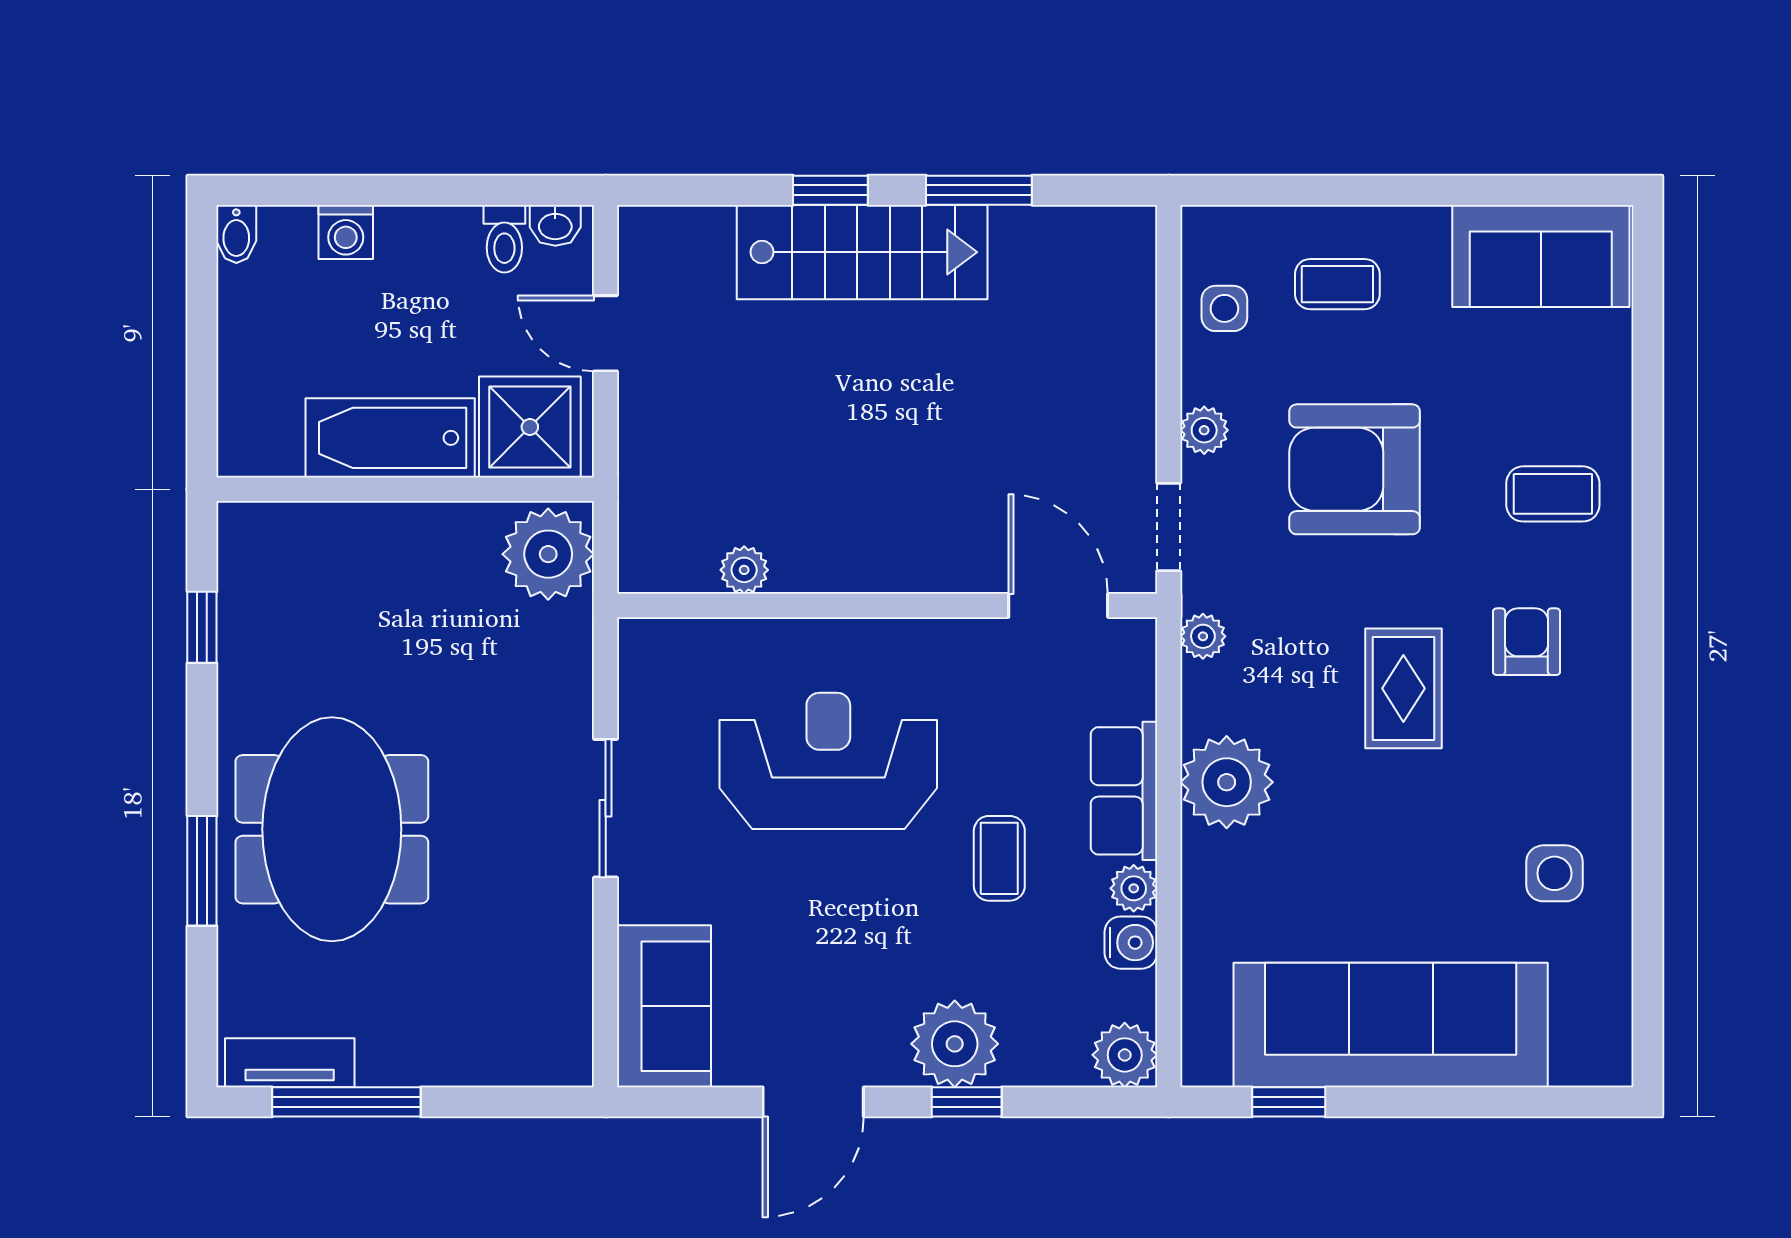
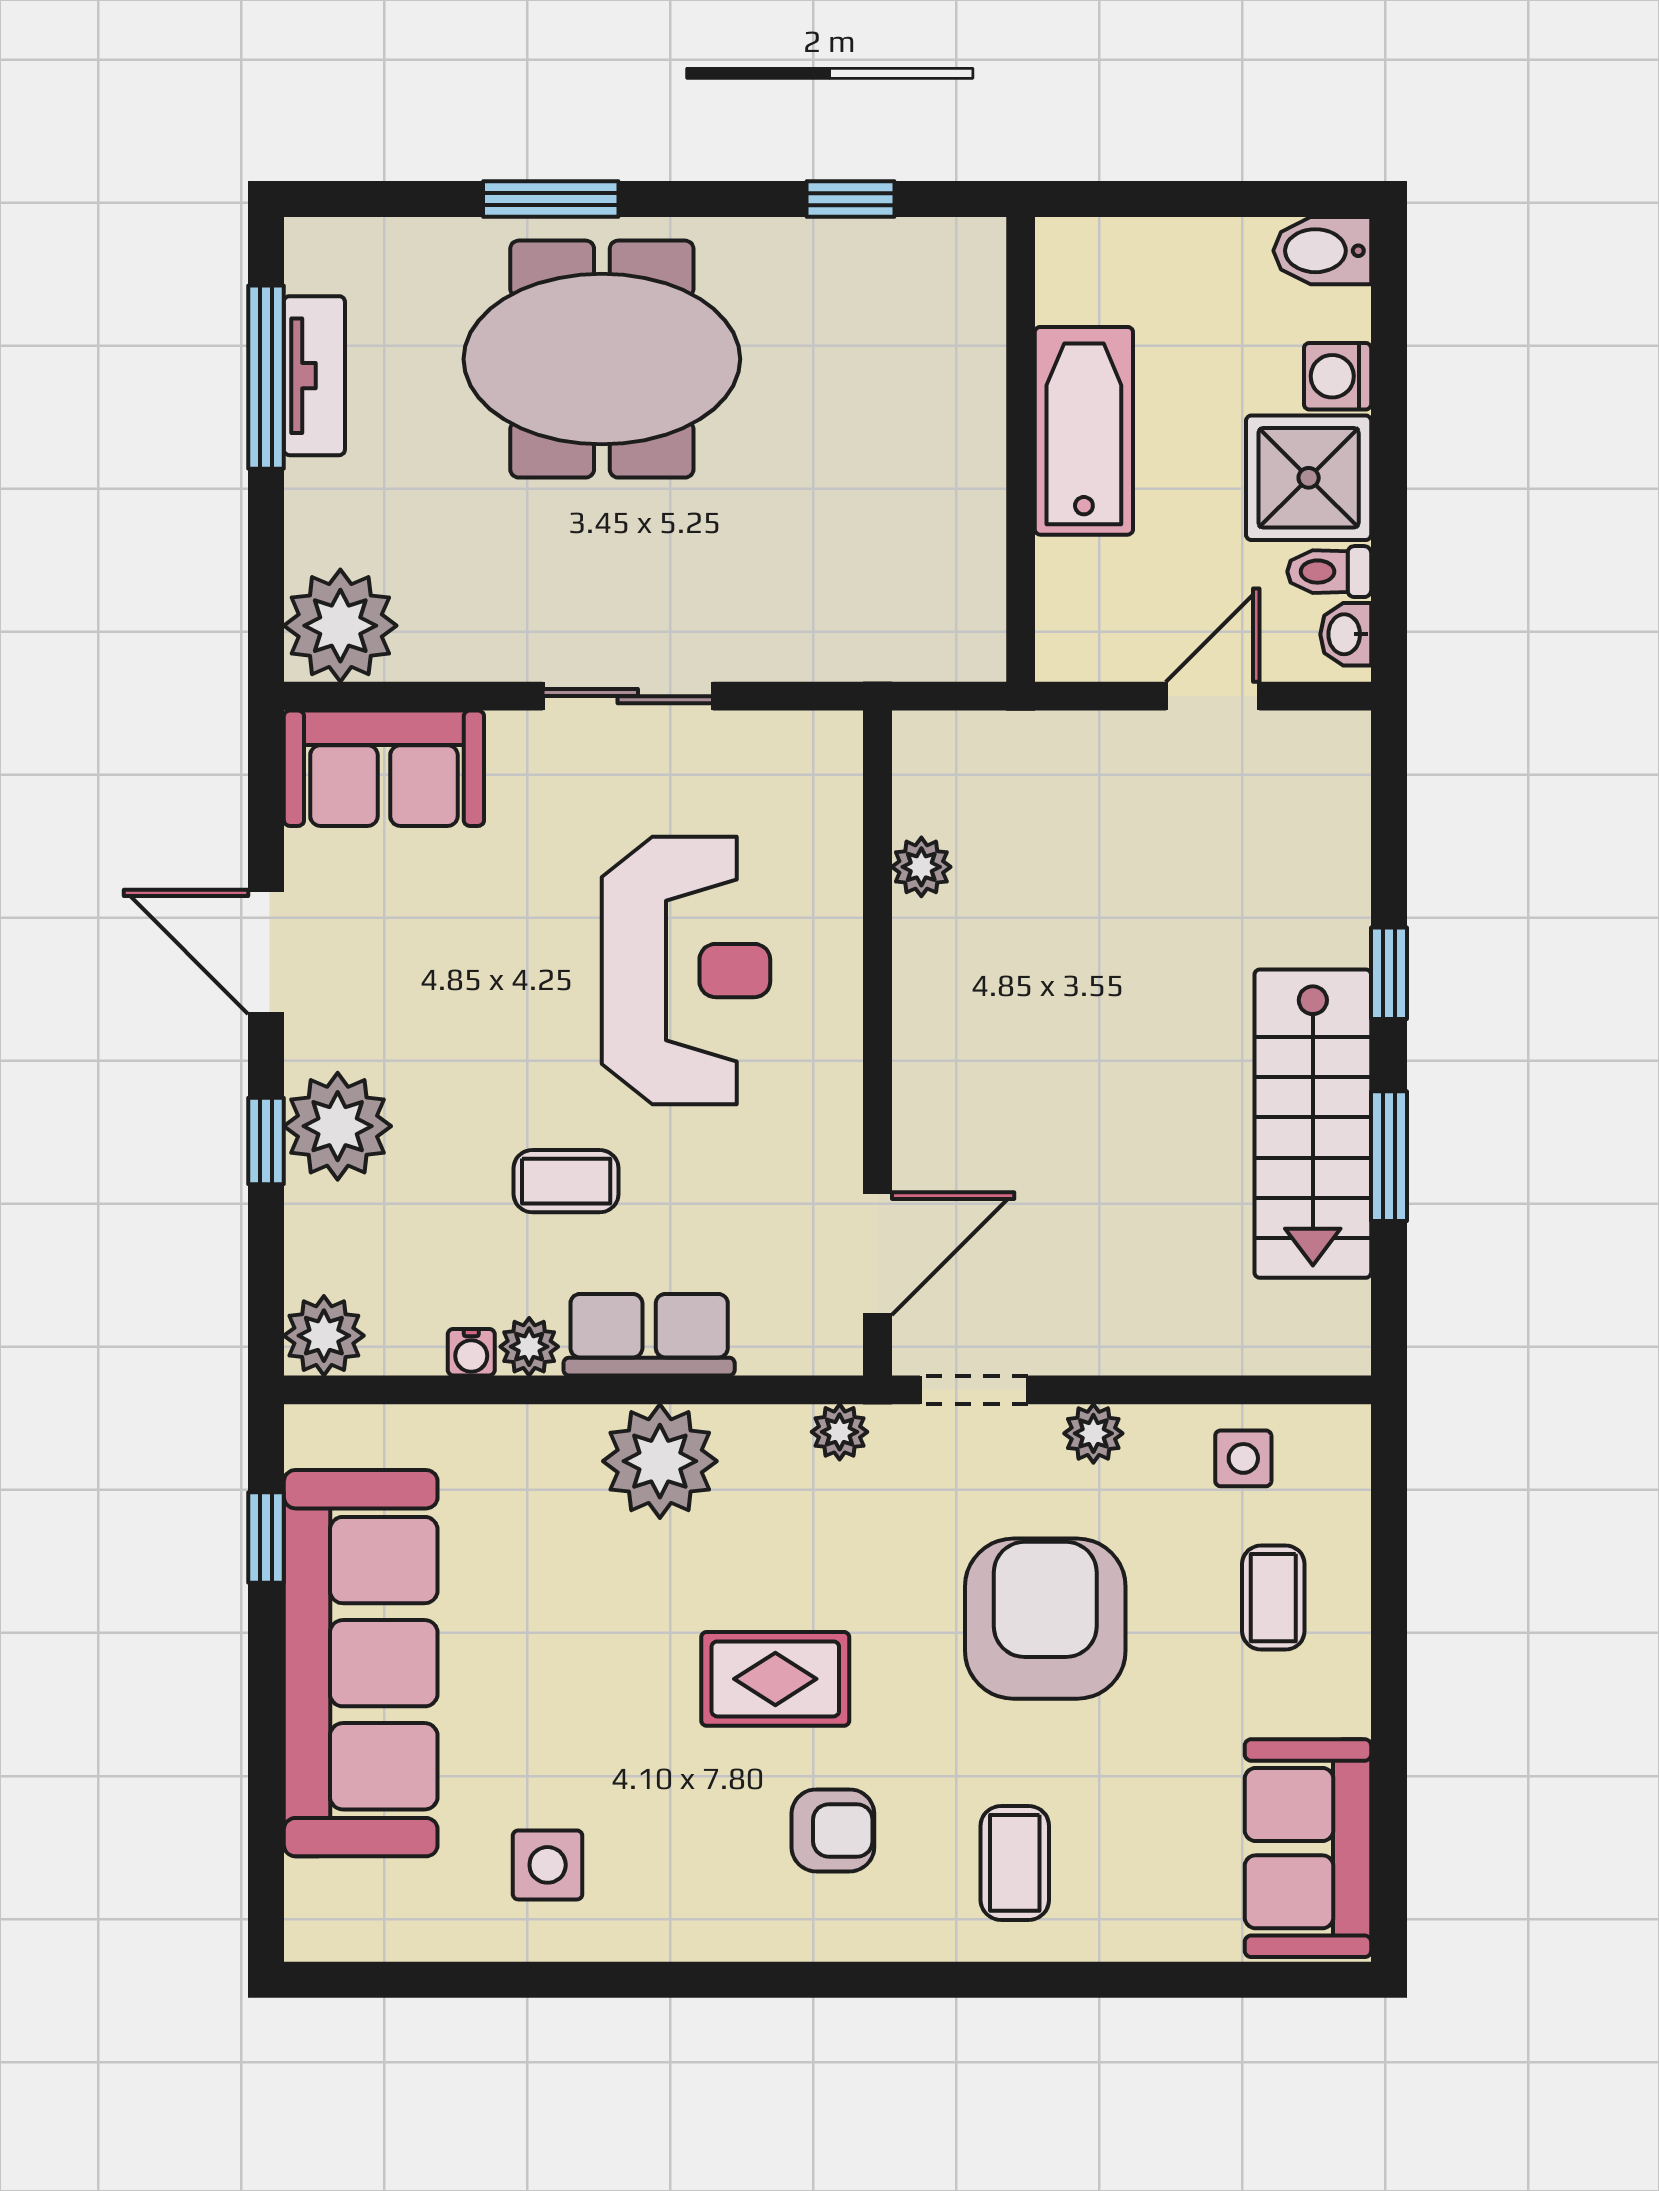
bidet: (236, 234) -> (1322, 251), width x1.38, depth x1.36
stairs: (862, 252) -> (1313, 1124), moved
shower: (530, 427) -> (1309, 478), moved
plant: (548, 554) -> (340, 626), moved
water cooler: (1131, 943) -> (471, 1352), width x0.72, depth x0.72
tv unit: (290, 1063) -> (314, 376), moved

